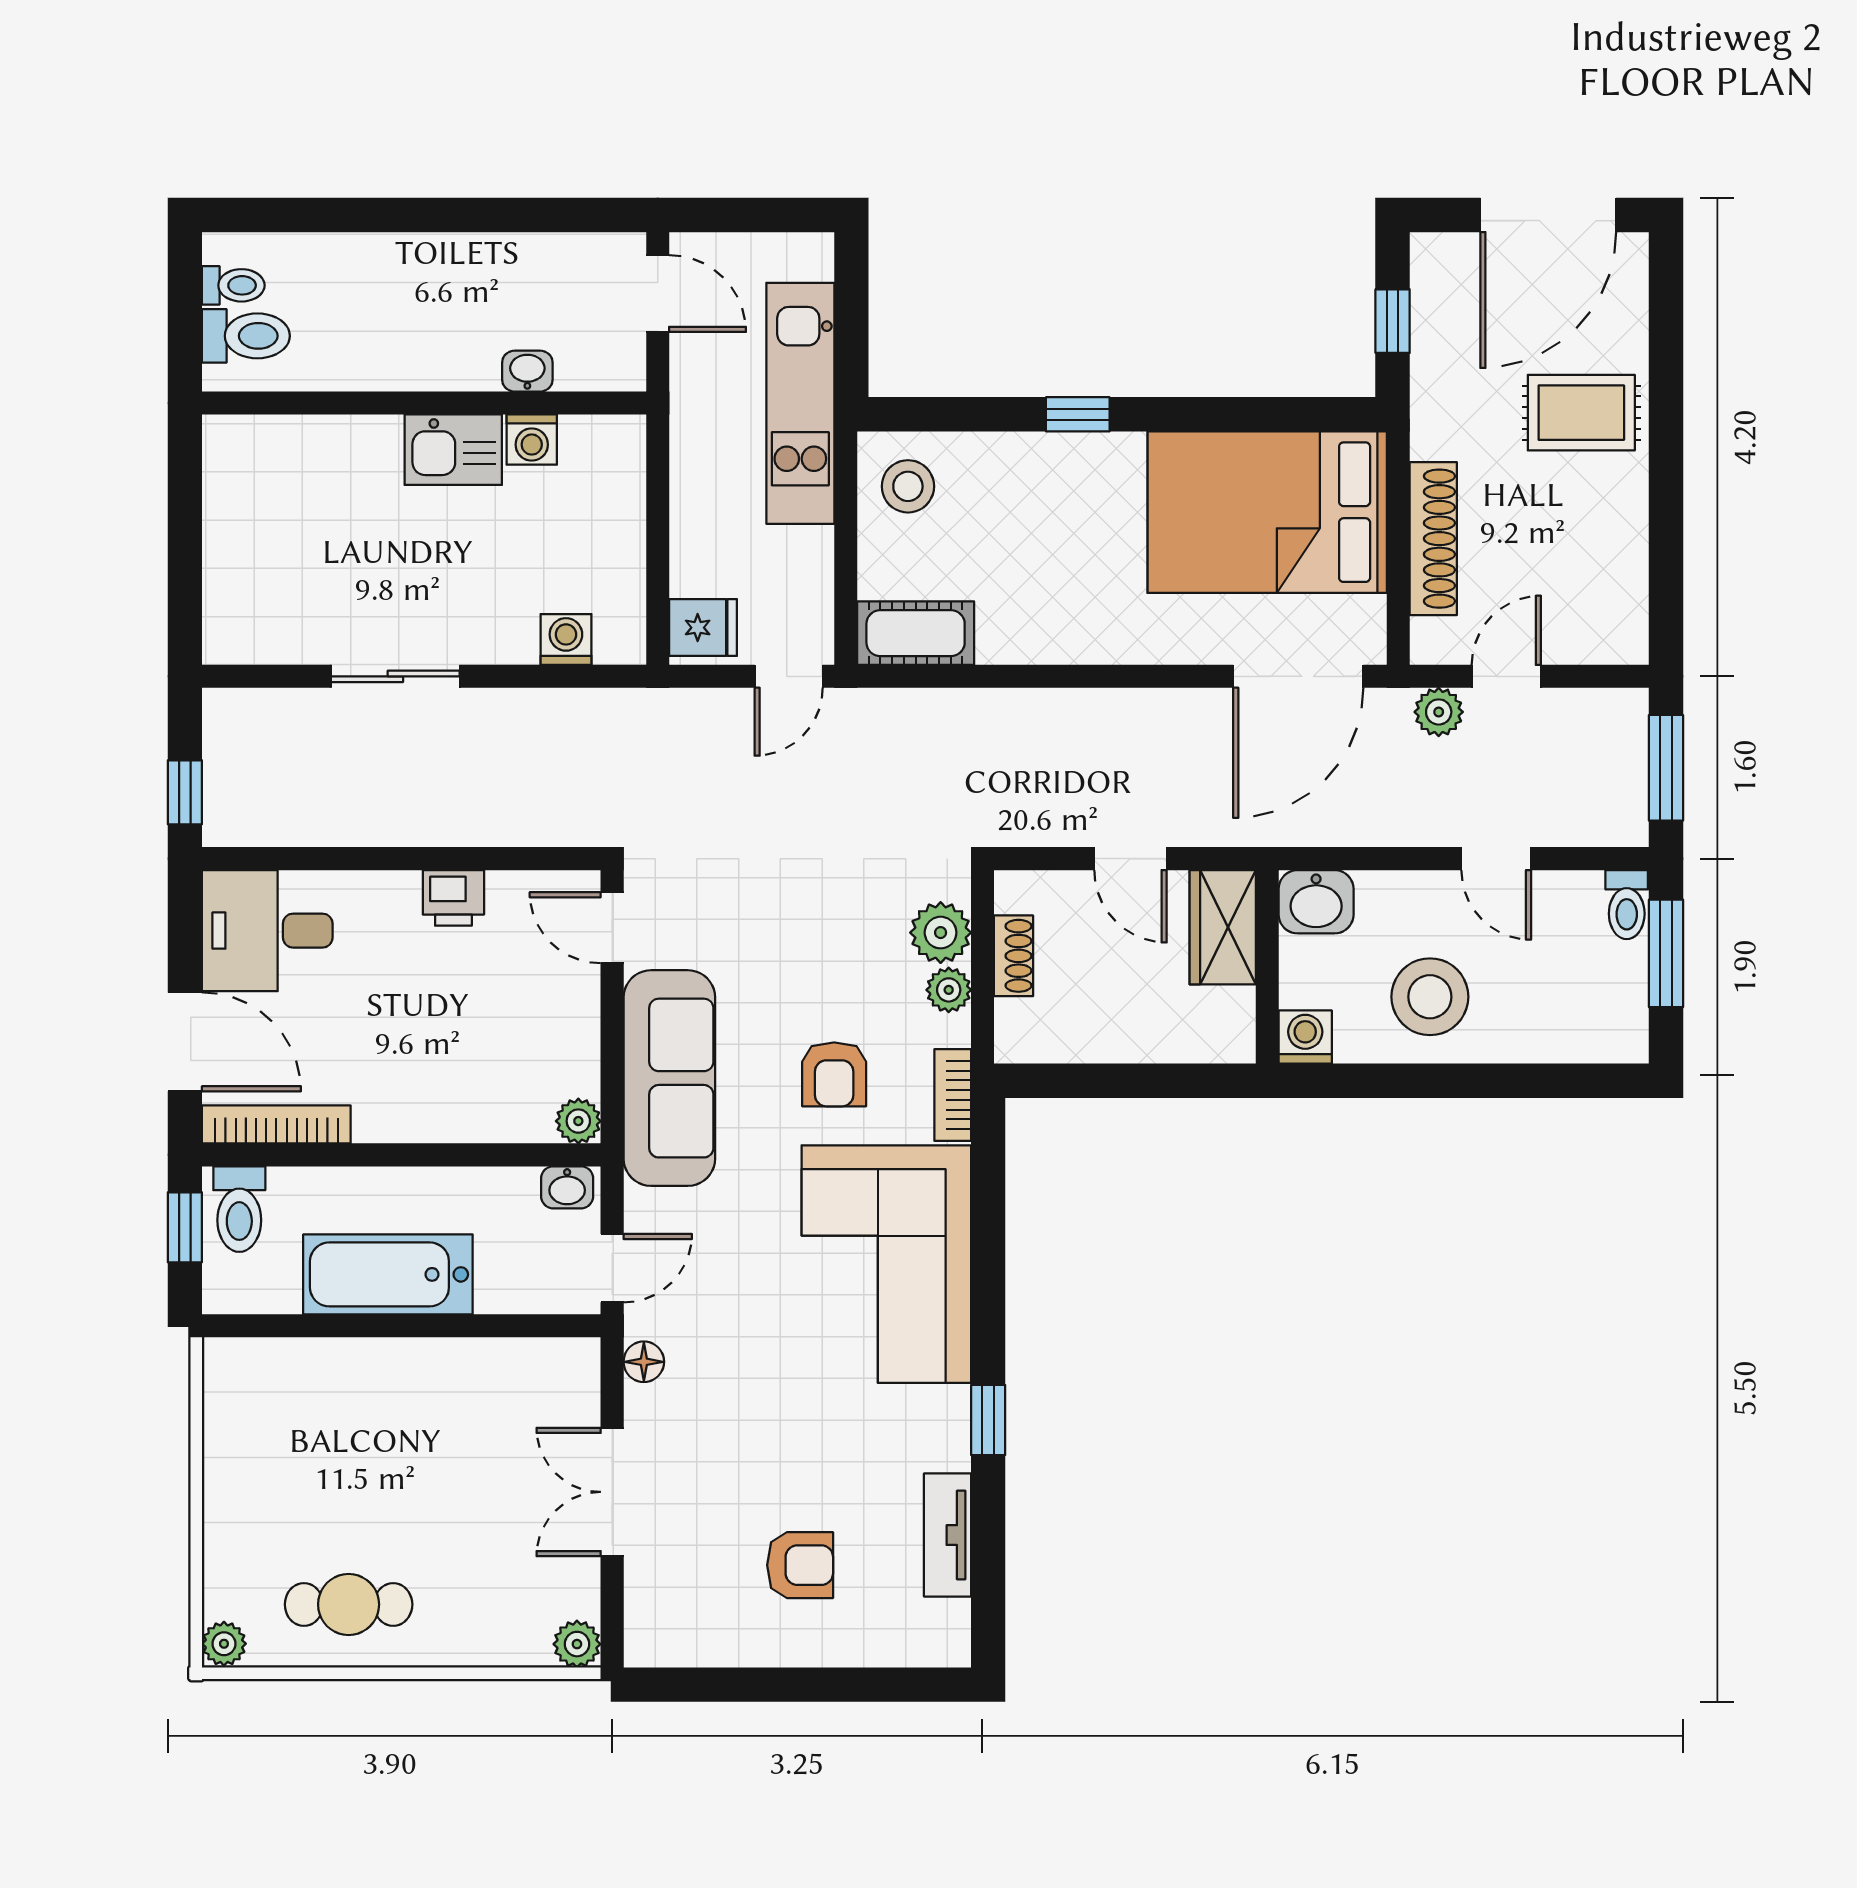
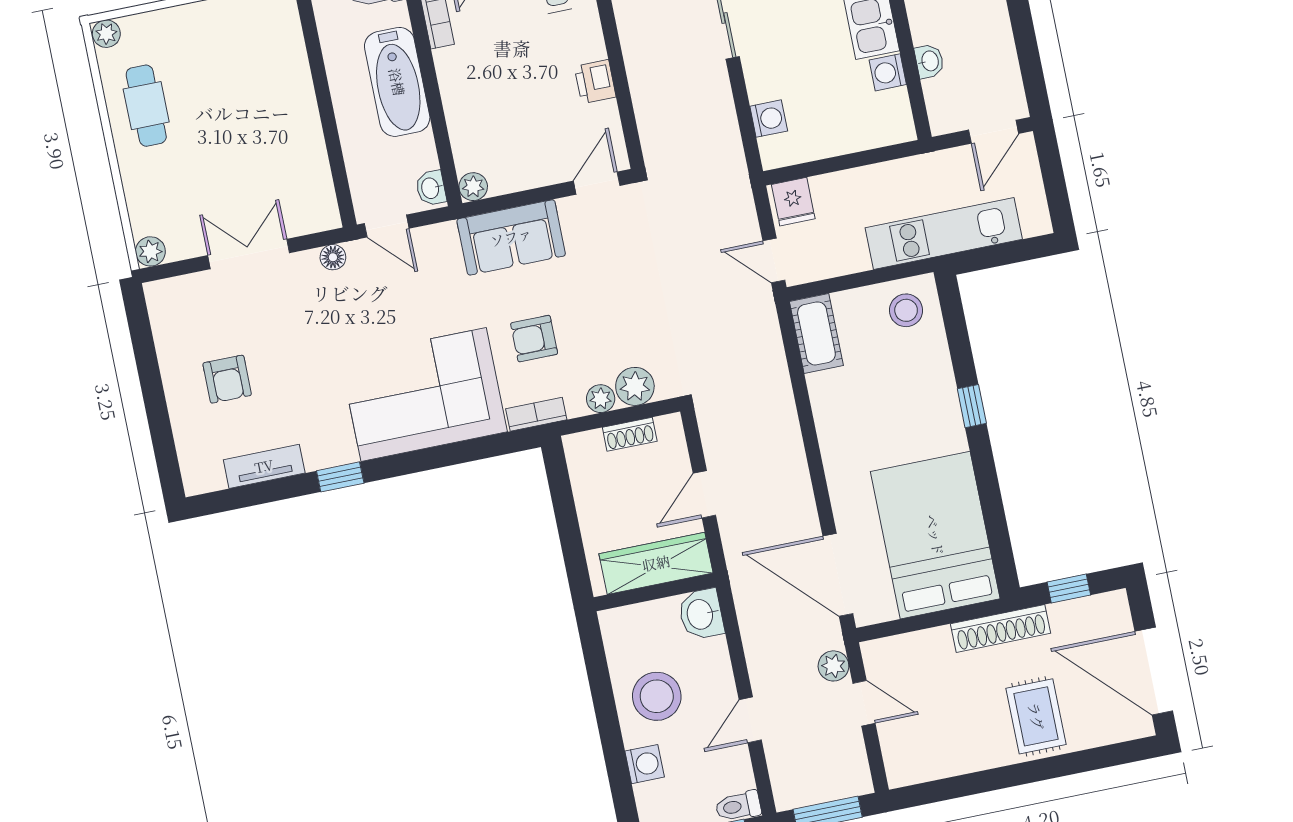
shoe rack: (1433, 539) -> (1001, 629), moved
wardrobe: (1223, 927) -> (656, 563), width x1.50
washing machine: (1305, 1037) -> (645, 764), moved
sofa: (669, 1078) -> (511, 237), width x0.73
bathtub: (388, 1274) -> (397, 82), moved, turned 180

